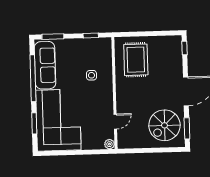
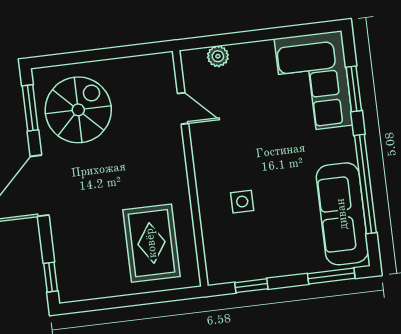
corner sofa: (58, 120) -> (314, 82), width x0.73, depth x0.74
door: (115, 122) -> (183, 108), swing flipped
plant: (109, 144) -> (218, 56), moved

